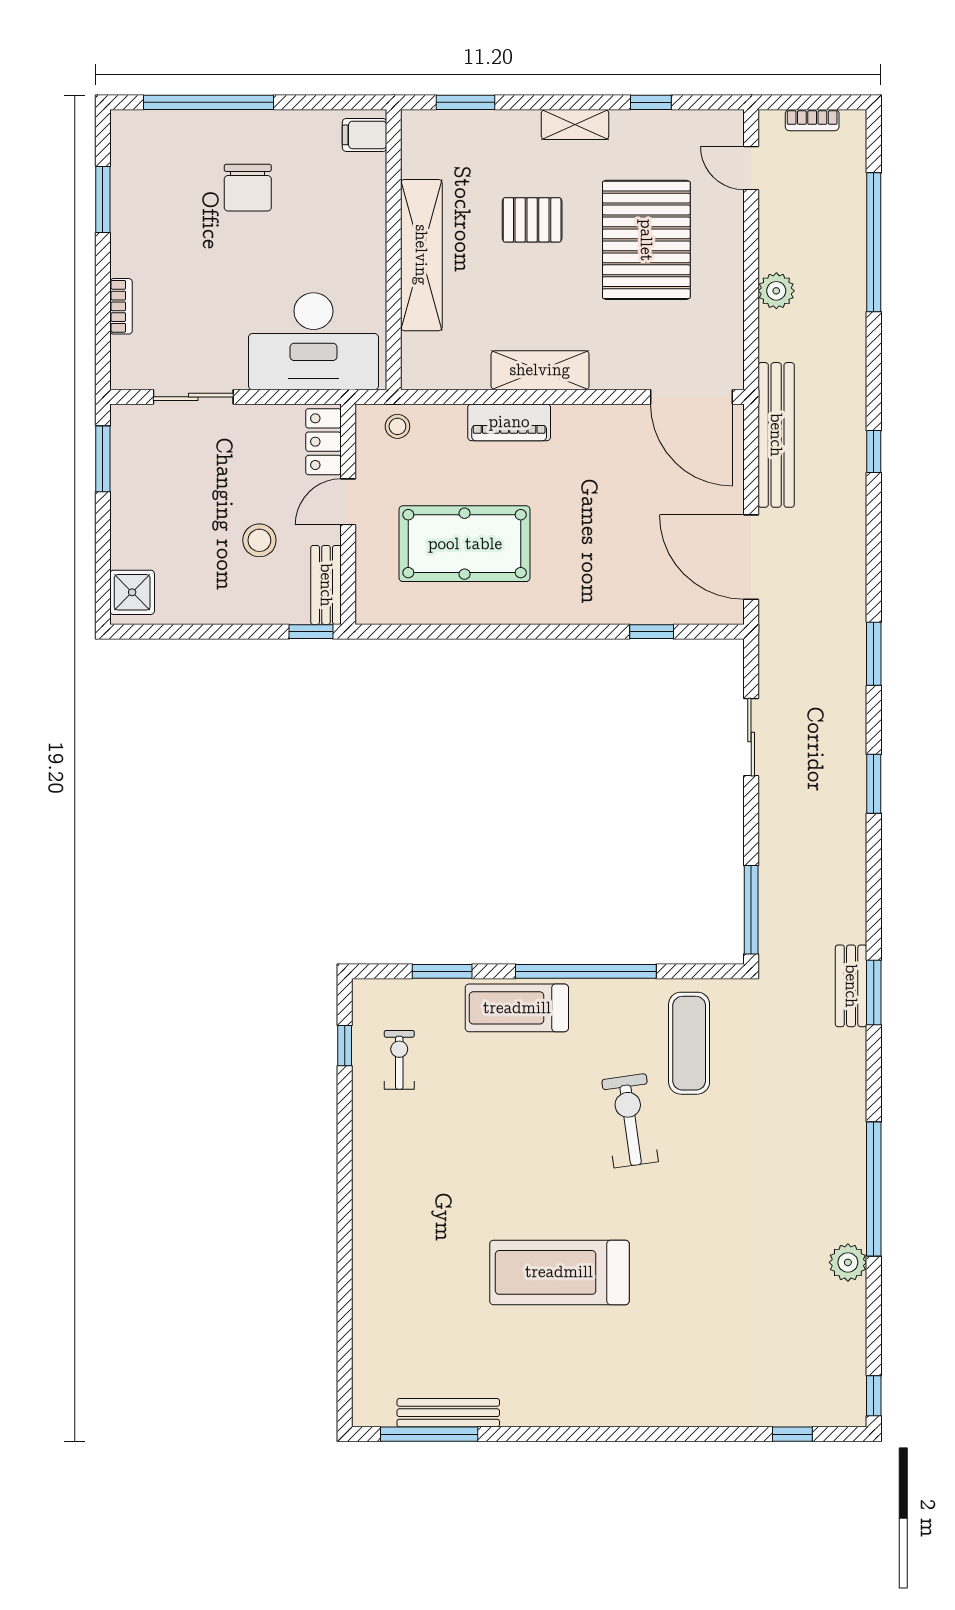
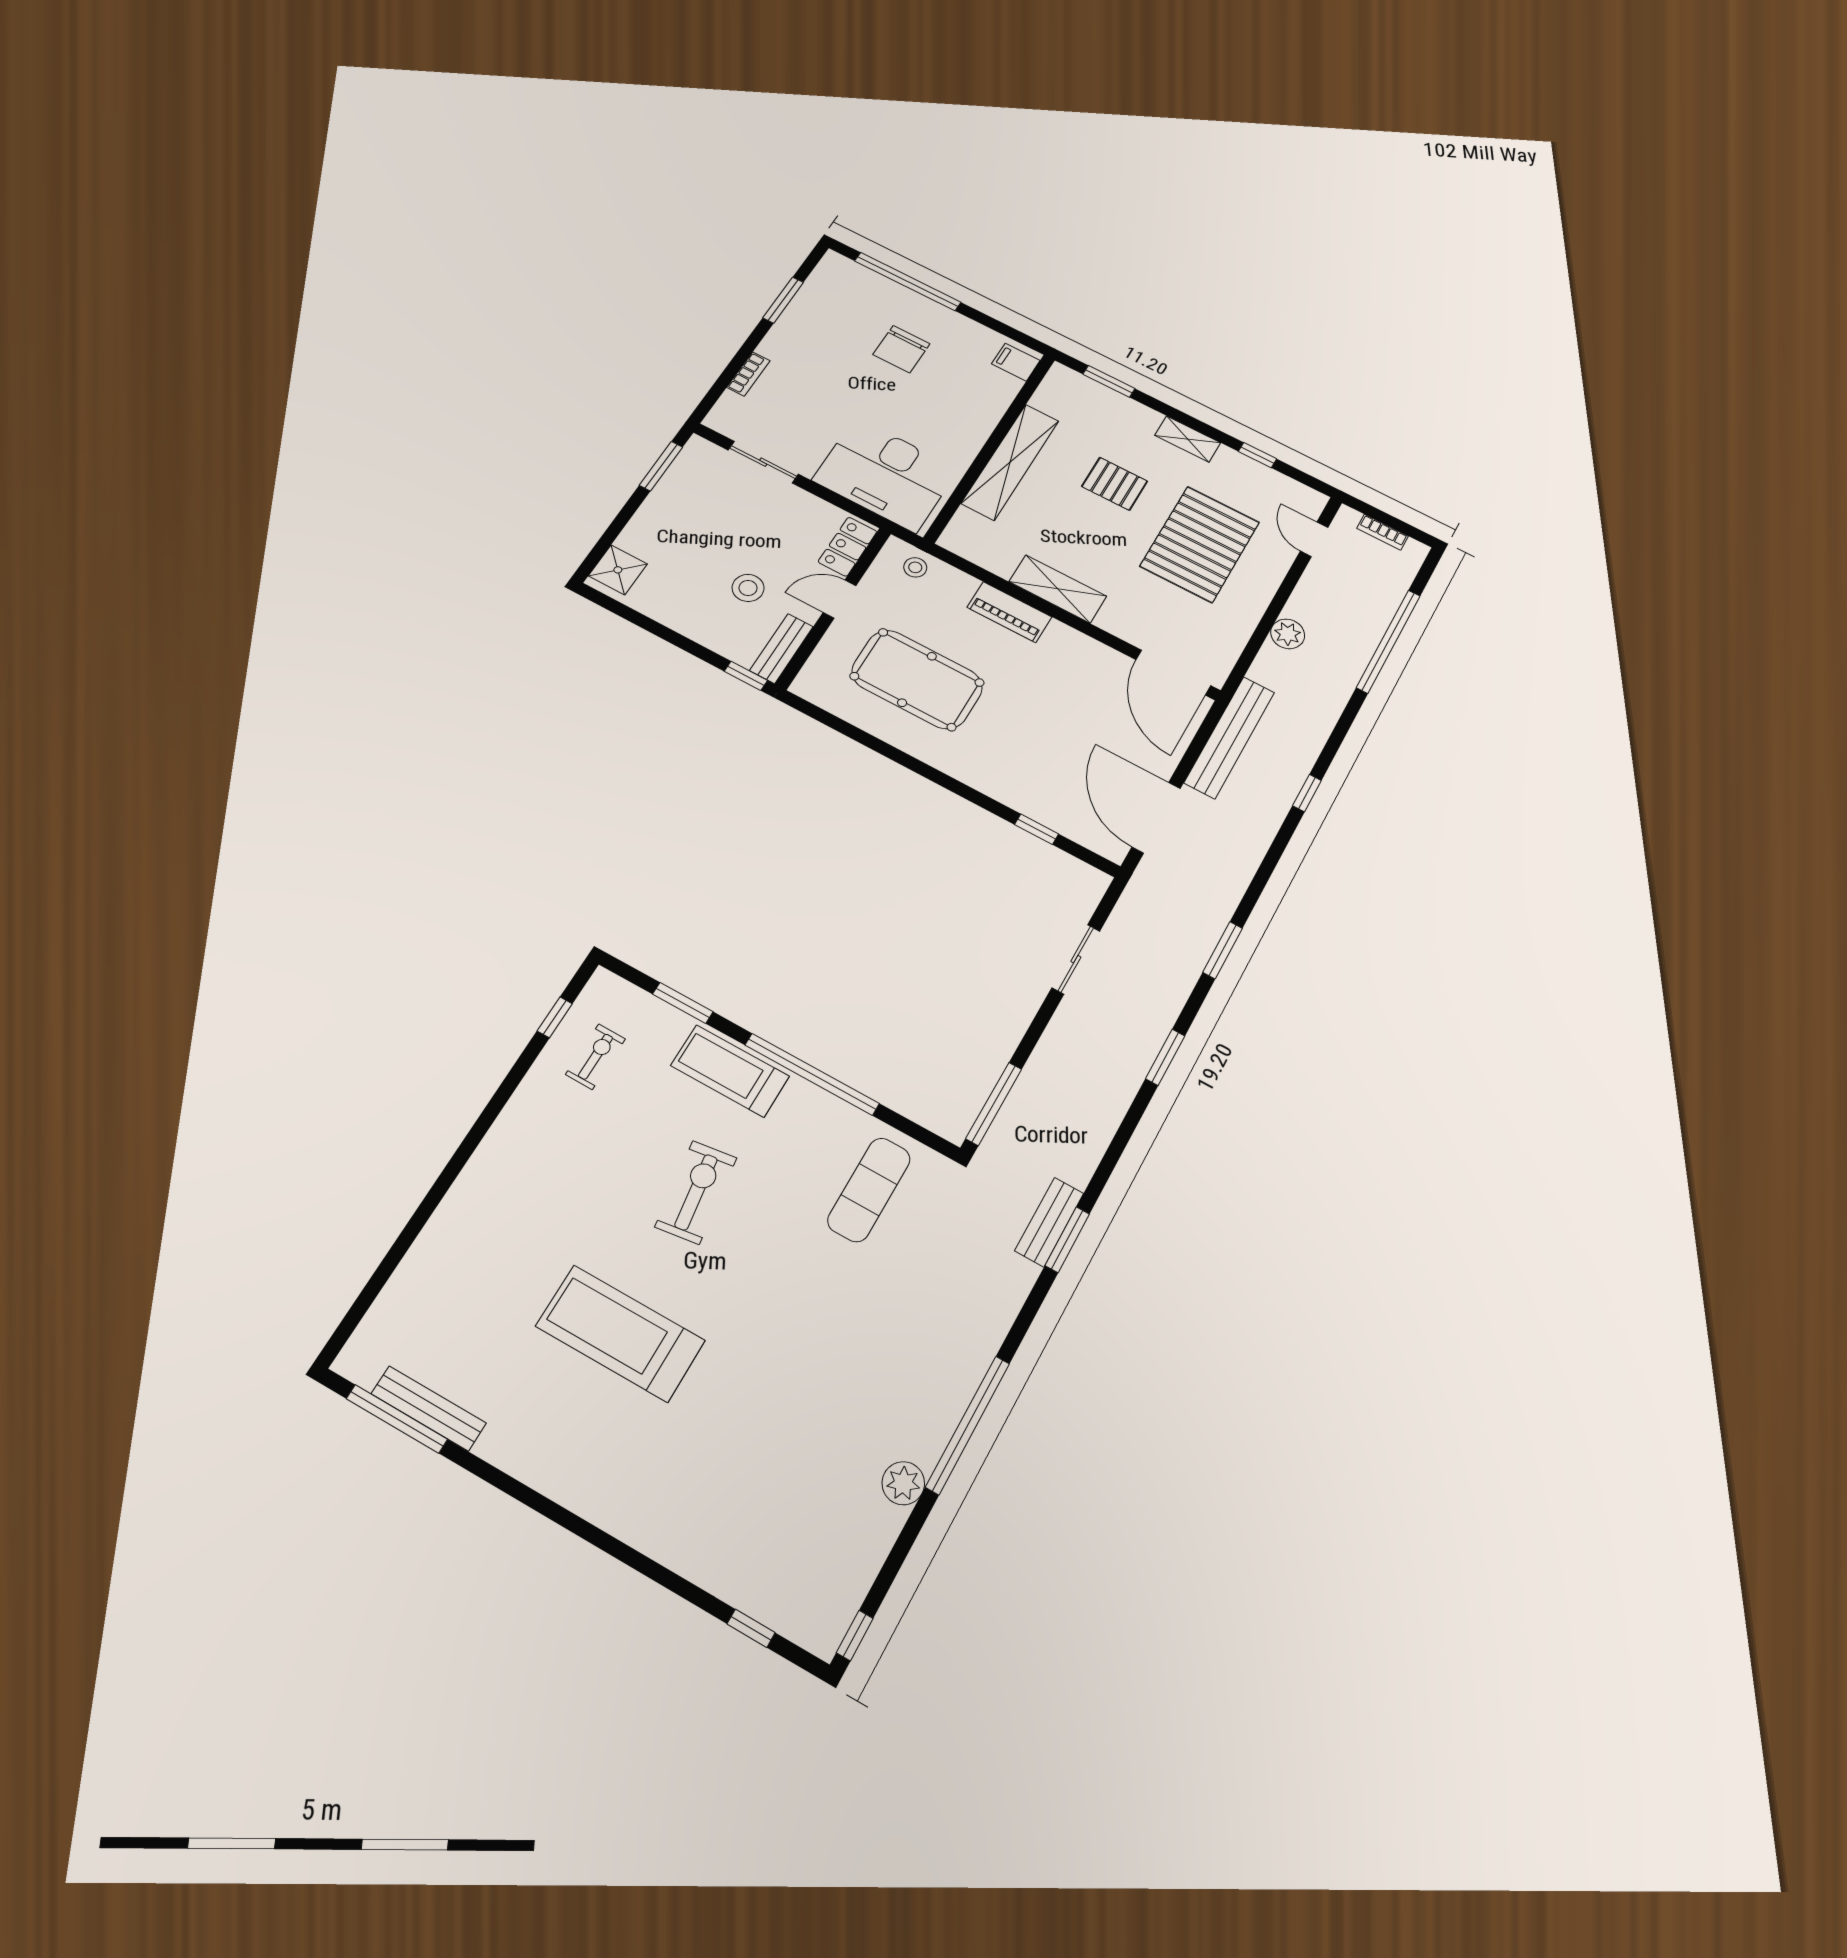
exercise bike: (630, 1121) -> (696, 1192), moved

